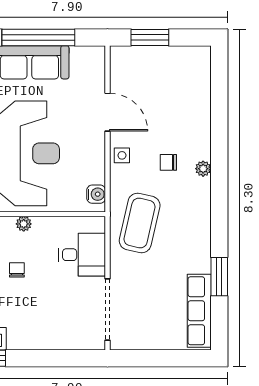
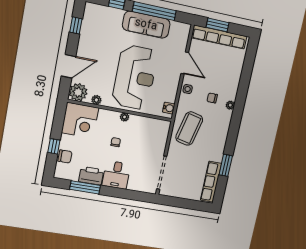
row of seats: (157, 57) -> (219, 37), added
desk: (82, 255) -> (116, 175), moved, turned 90

